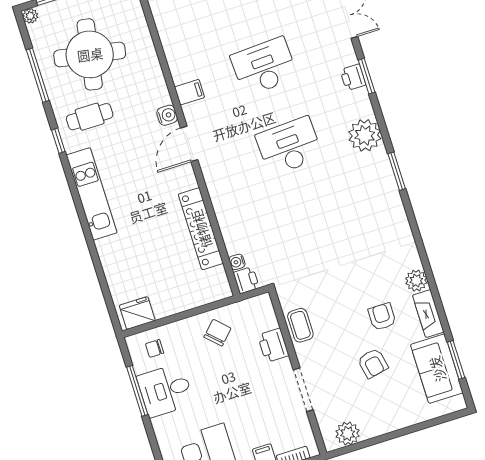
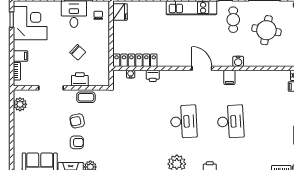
round table: (90, 54) -> (266, 30), width x0.73, depth x0.73
water cooler: (167, 115) -> (238, 61), moved
locker: (201, 229) -> (135, 60), moved
printer: (246, 280) -> (153, 76), moved
chair: (218, 333) -> (78, 52), moved
armchair: (373, 363) -> (77, 121), moved

